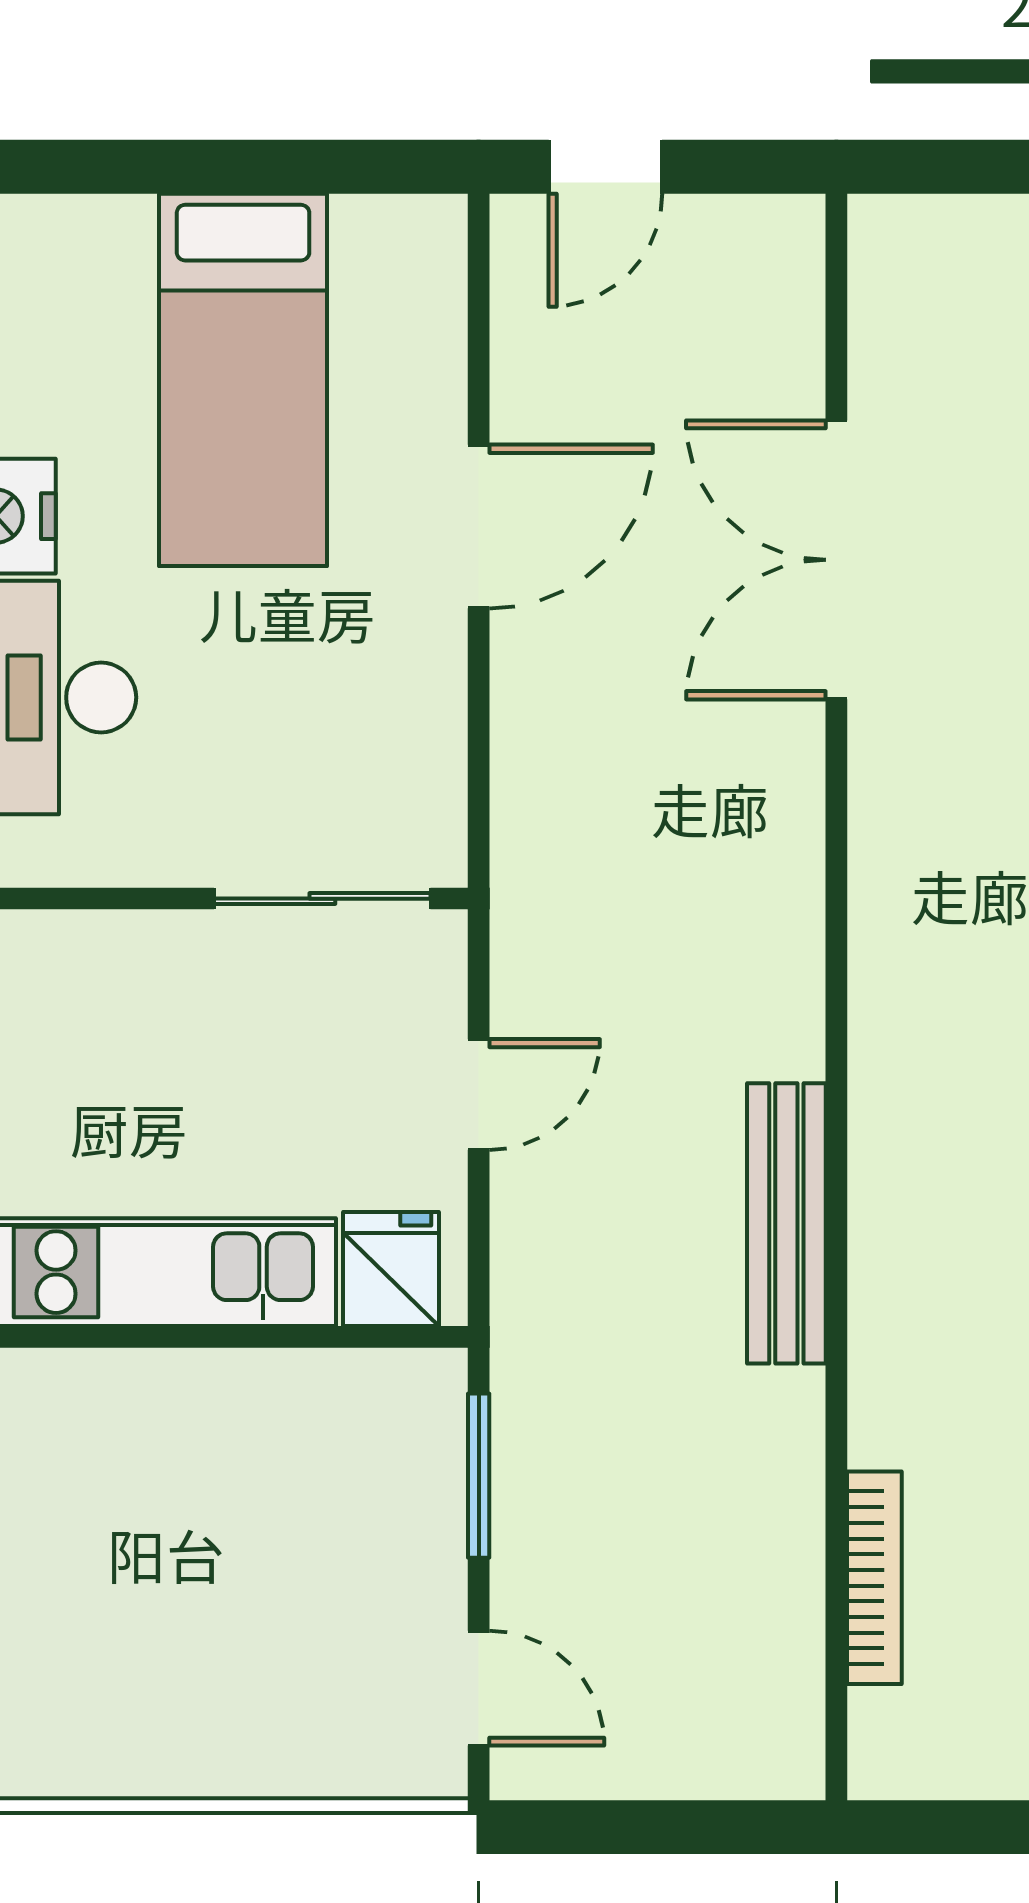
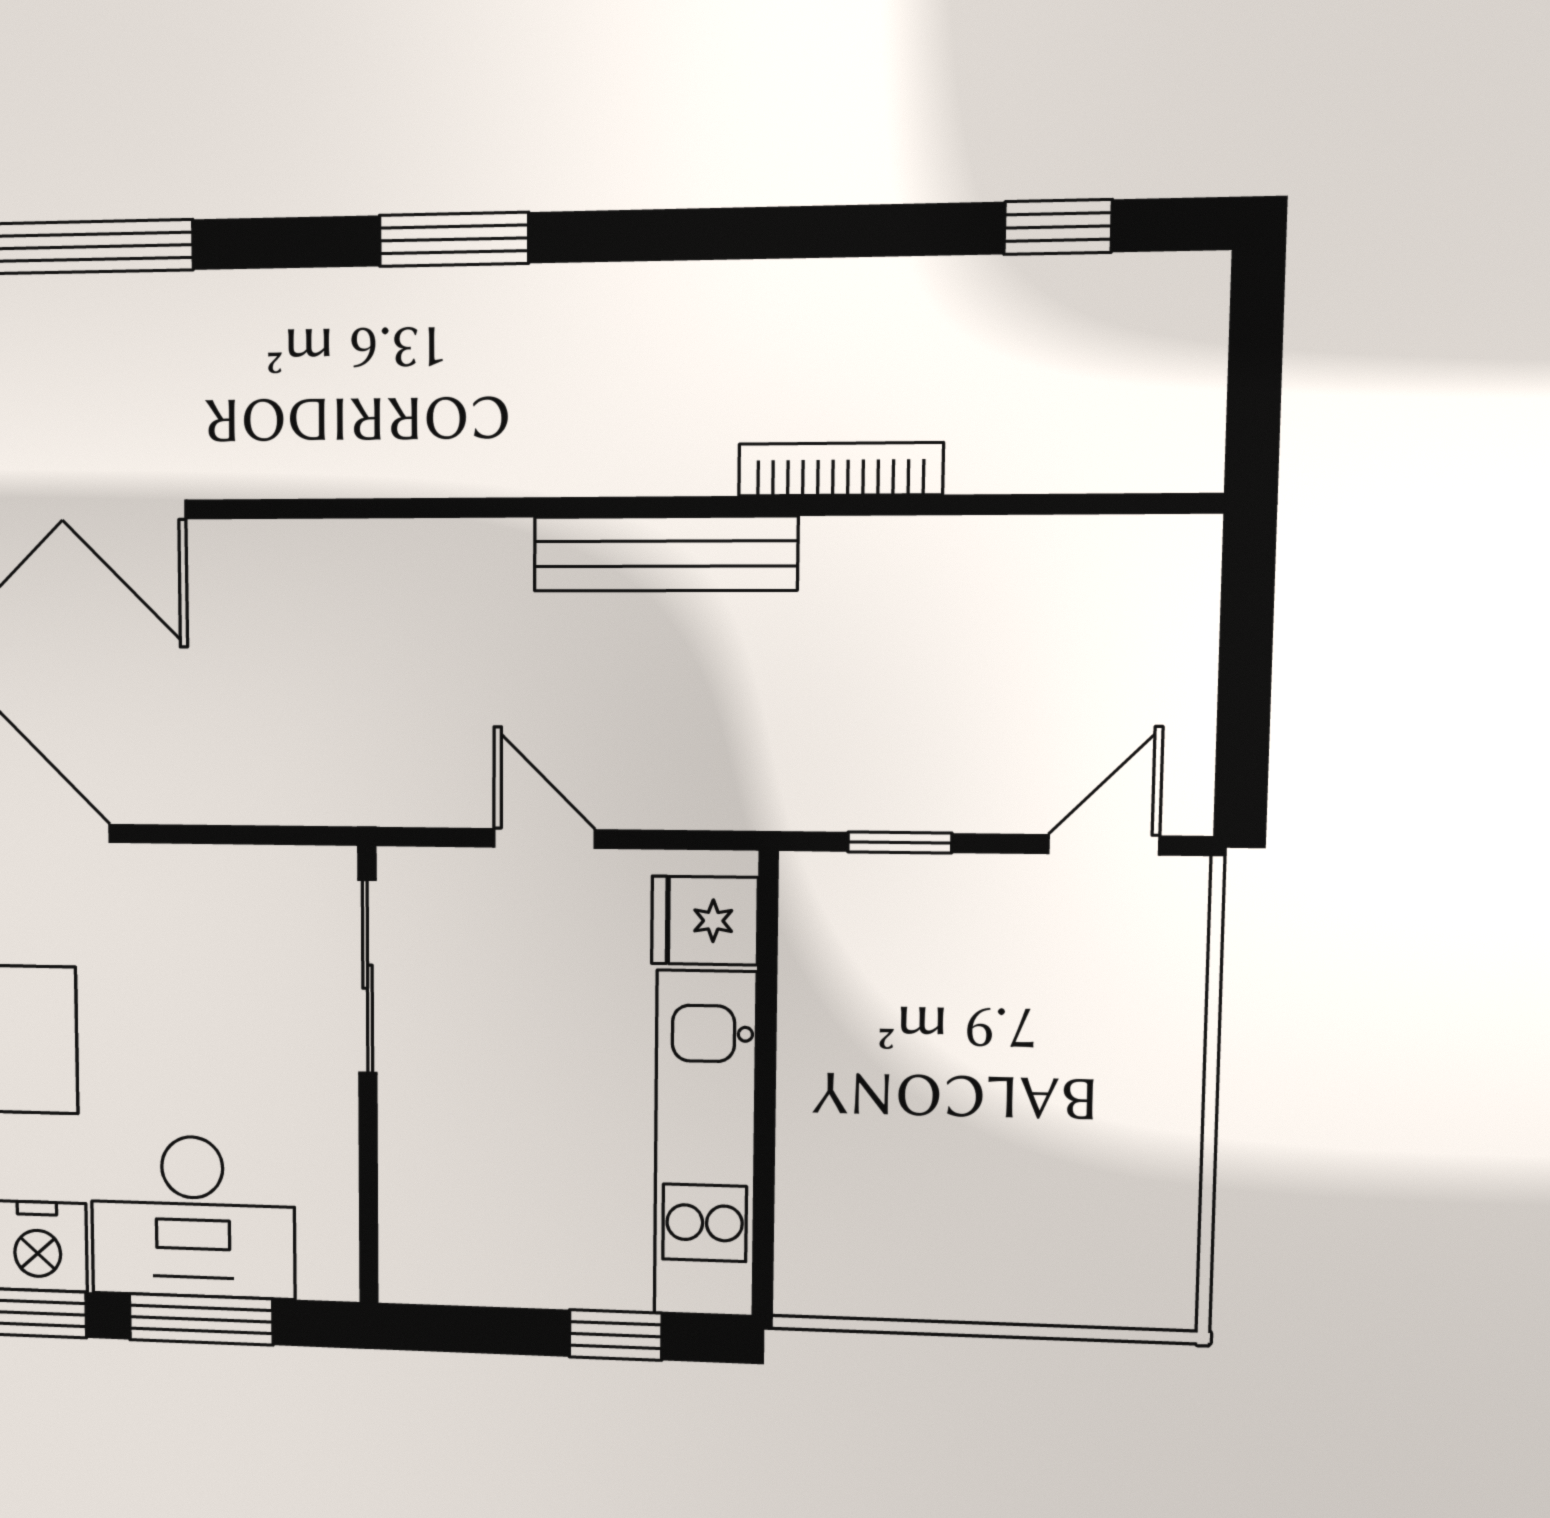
window: (479, 1476) -> (900, 842), width x0.67
bookcase: (874, 1578) -> (841, 469), moved

